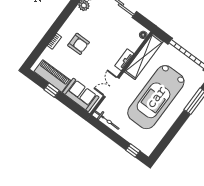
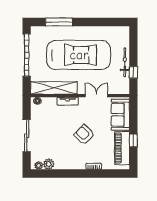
armchair: (79, 44) -> (84, 135), moved, turned -46
double door: (111, 87) -> (97, 96), swing flipped
bicycle: (107, 120) -> (125, 62), moved
window: (133, 150) -> (133, 72), moved

